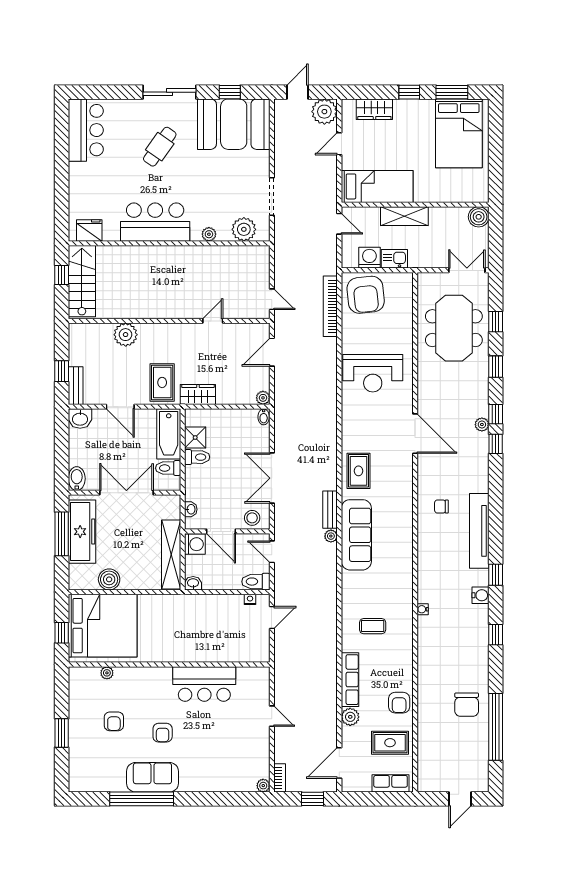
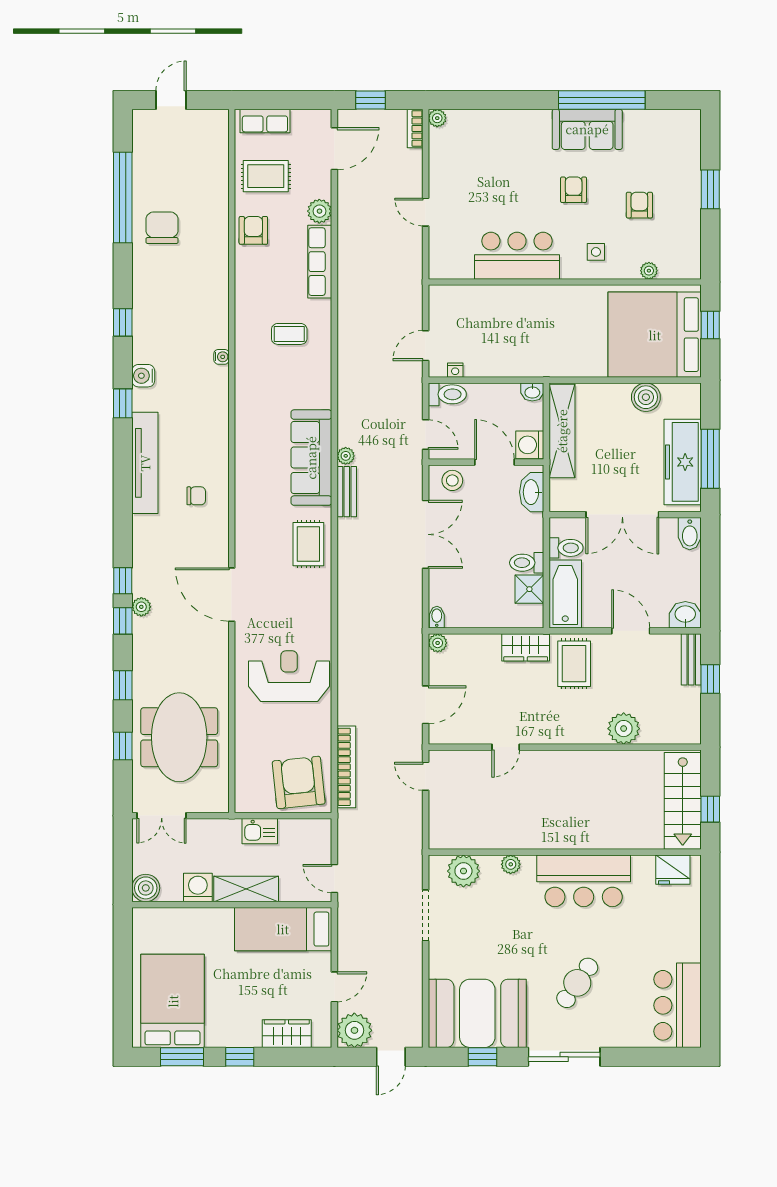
washing machine: (369, 258) -> (198, 887), moved, turned 180
washbasin: (191, 509) -> (532, 492), width x1.91, depth x1.45
side table: (146, 687) -> (596, 252), added

